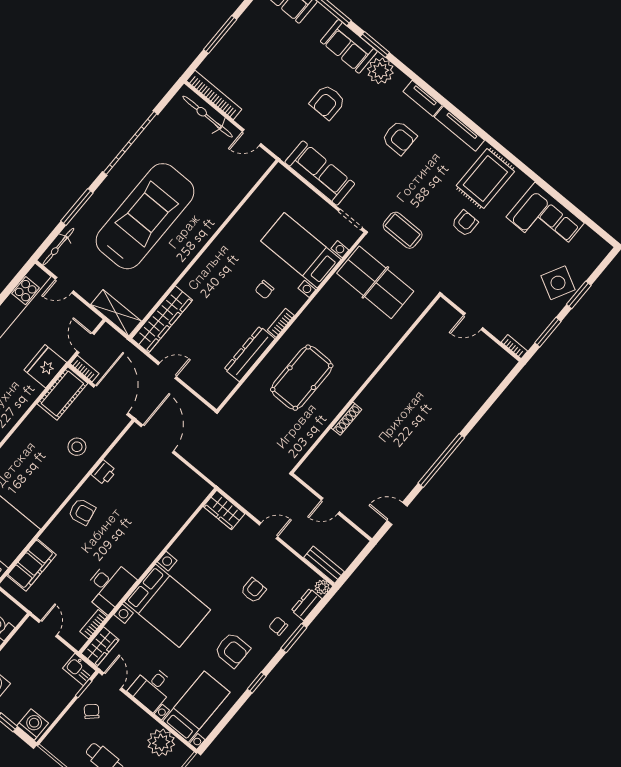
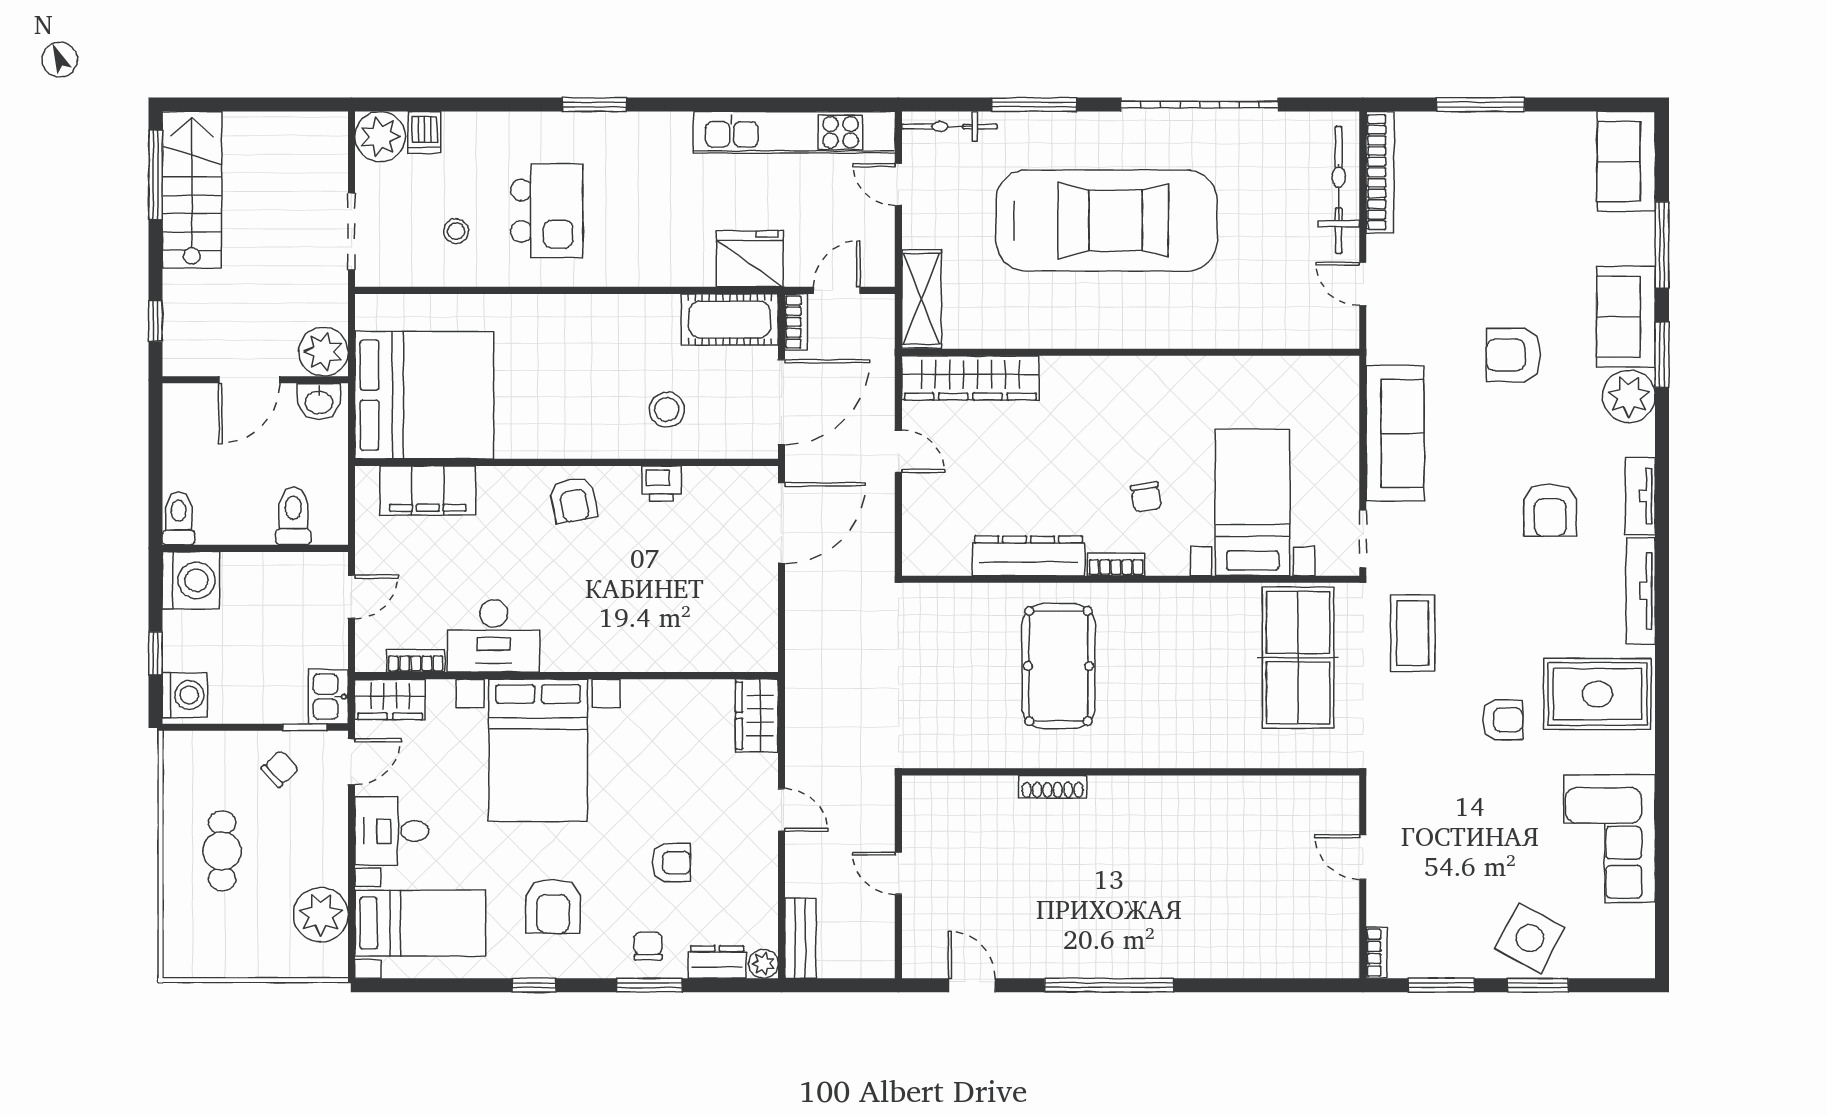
chair: (264, 290) -> (1146, 497), turned -99
pool table: (302, 378) -> (1059, 666), turned 90

